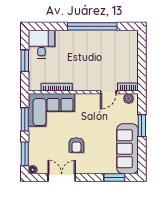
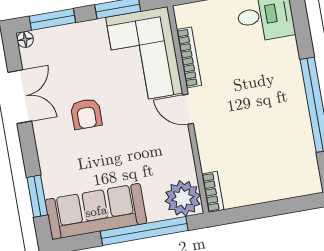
door: (108, 92) -> (188, 109), moved
plant: (129, 98) -> (183, 198), width x1.87, depth x1.87
window: (142, 126) -> (144, 231), width x2.11
armchair: (76, 145) -> (86, 114), turned -90

